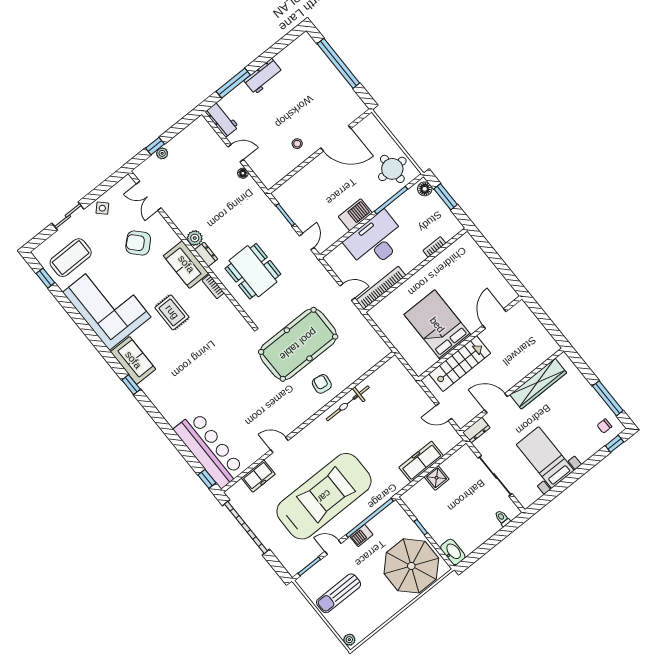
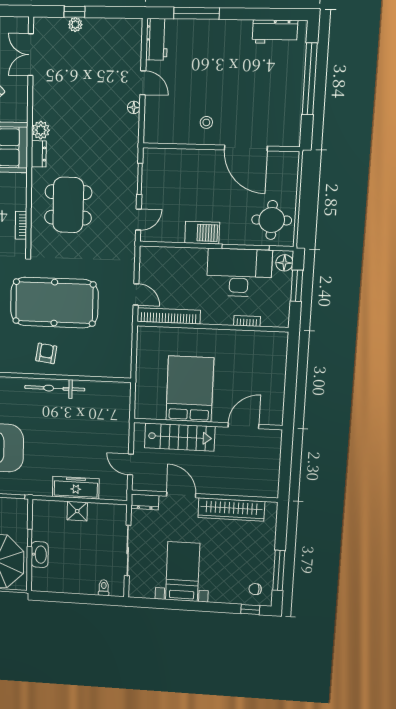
workbench: (263, 76) -> (275, 32), moved
desk: (376, 241) -> (239, 273), moved
bookcase: (213, 287) -> (21, 225), moved
washbasin: (453, 552) -> (40, 555), moved

